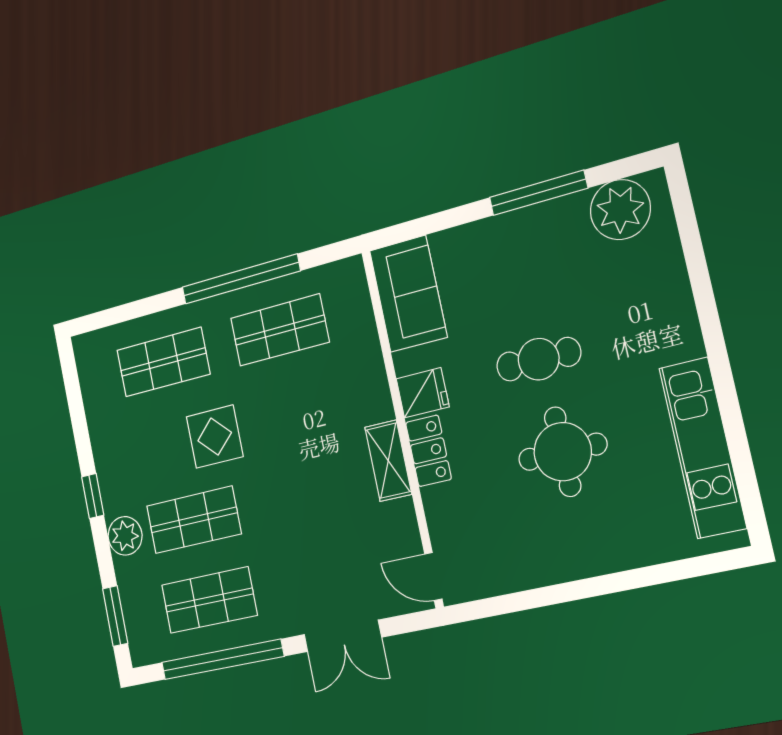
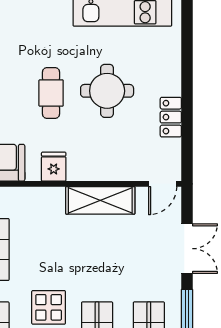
locker: (428, 451) -> (171, 117), moved, turned -90
shelving: (388, 461) -> (100, 200), width x1.50, depth x1.33

